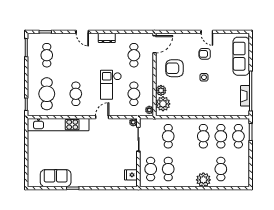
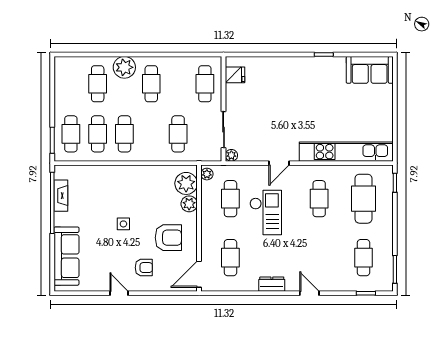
armchair: (205, 54) -> (144, 268), moved
cafe table: (168, 169) -> (151, 84), moved
sofa: (56, 178) -> (370, 70), moved

